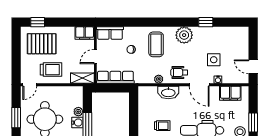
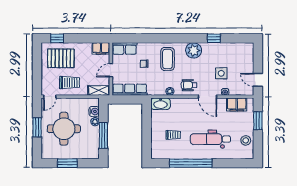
washbasin: (168, 92) -> (160, 104), moved
window: (253, 122) -> (258, 121), moved
water cooler: (77, 123) -> (94, 111), moved

